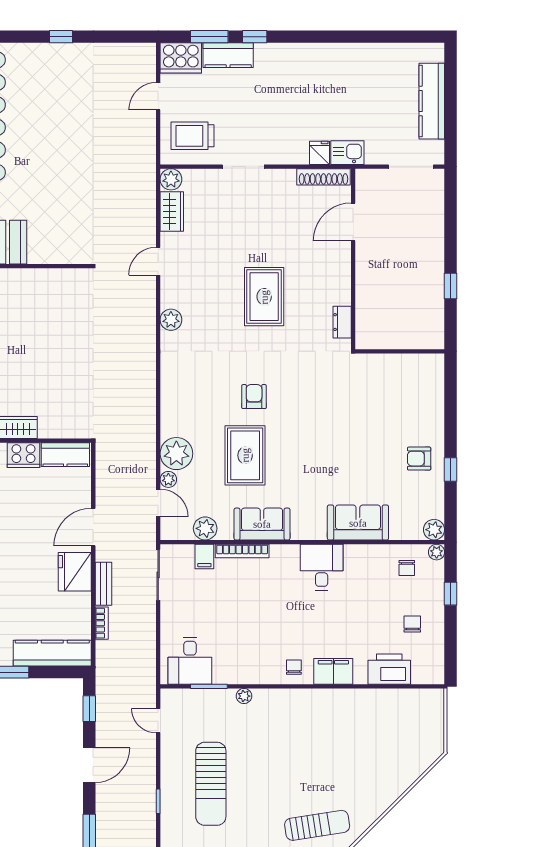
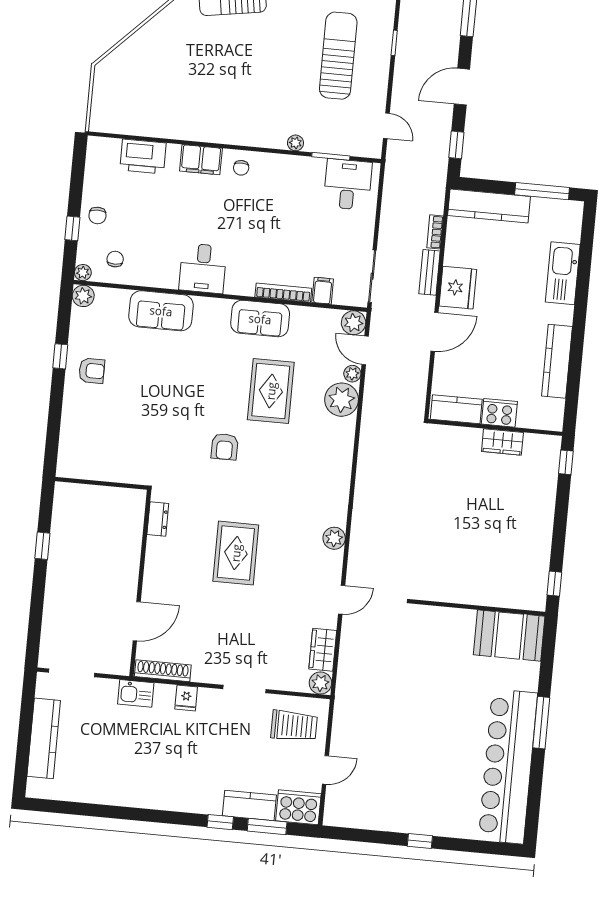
fridge: (319, 153) -> (186, 698), moved
armchair: (254, 397) -> (225, 447), moved
plant: (205, 528) -> (354, 323), moved
chair: (412, 624) -> (97, 215), moved

